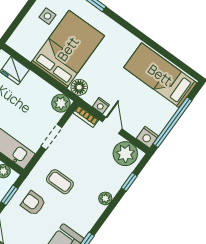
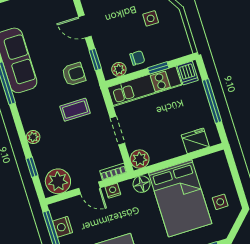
nightstand: (147, 137) -> (63, 227), moved, turned -90

